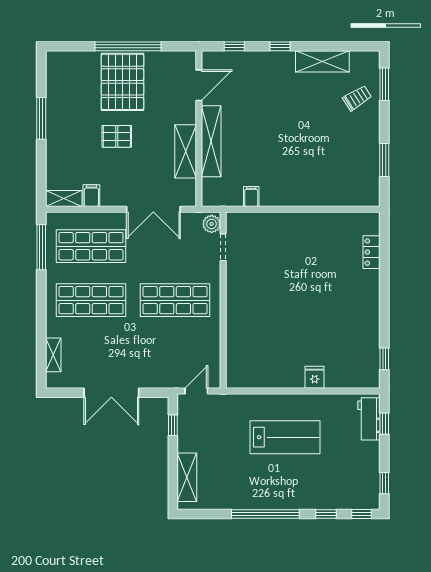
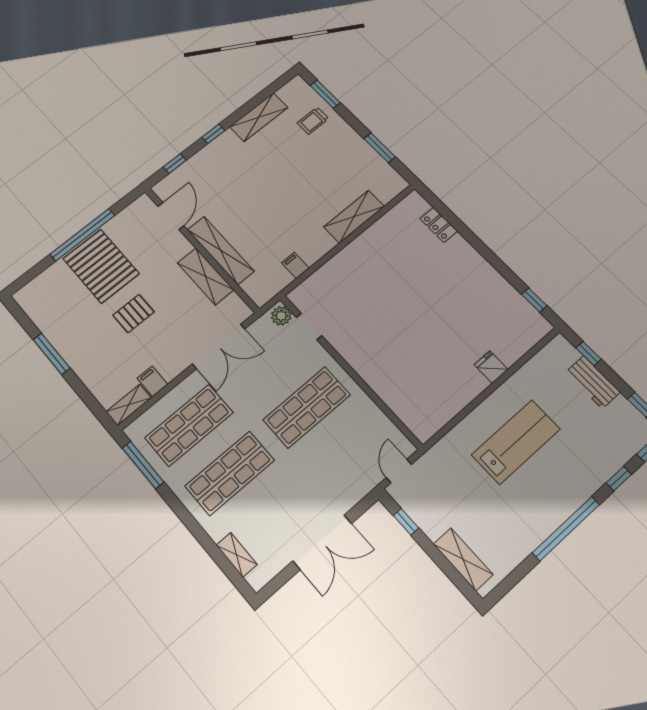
trolley: (357, 98) -> (313, 121), turned -148
shelving: (321, 196) -> (354, 216), added
workbench: (369, 419) -> (593, 382), moved

